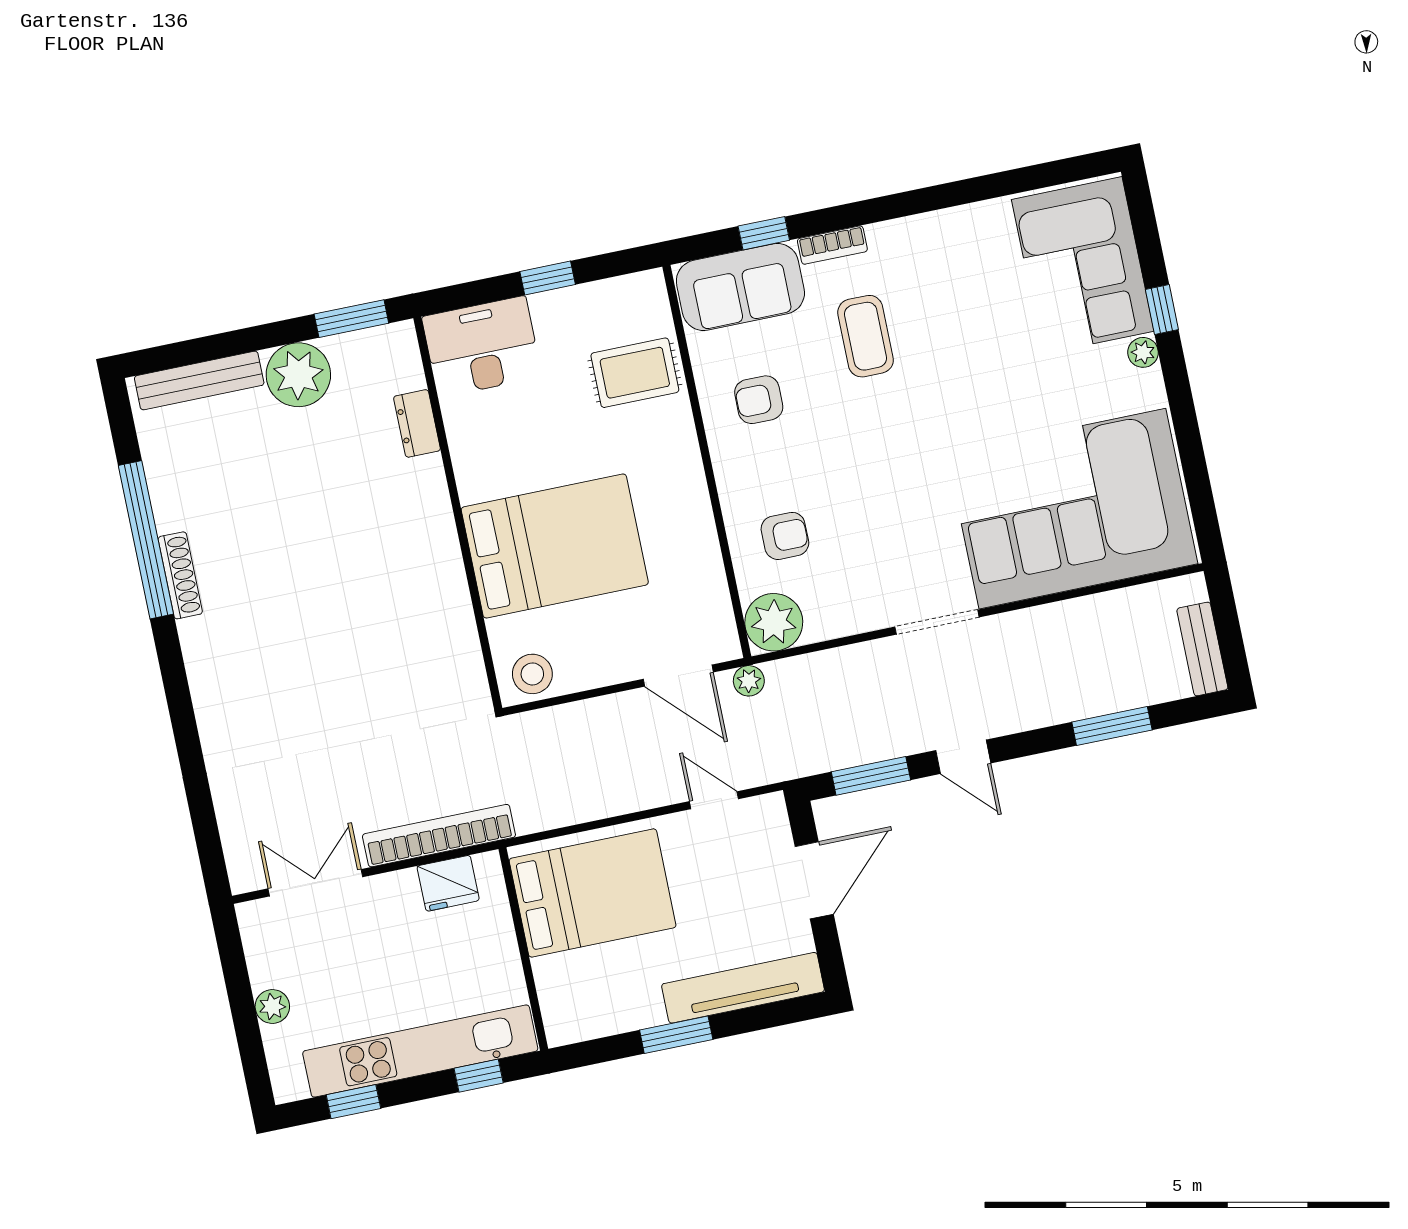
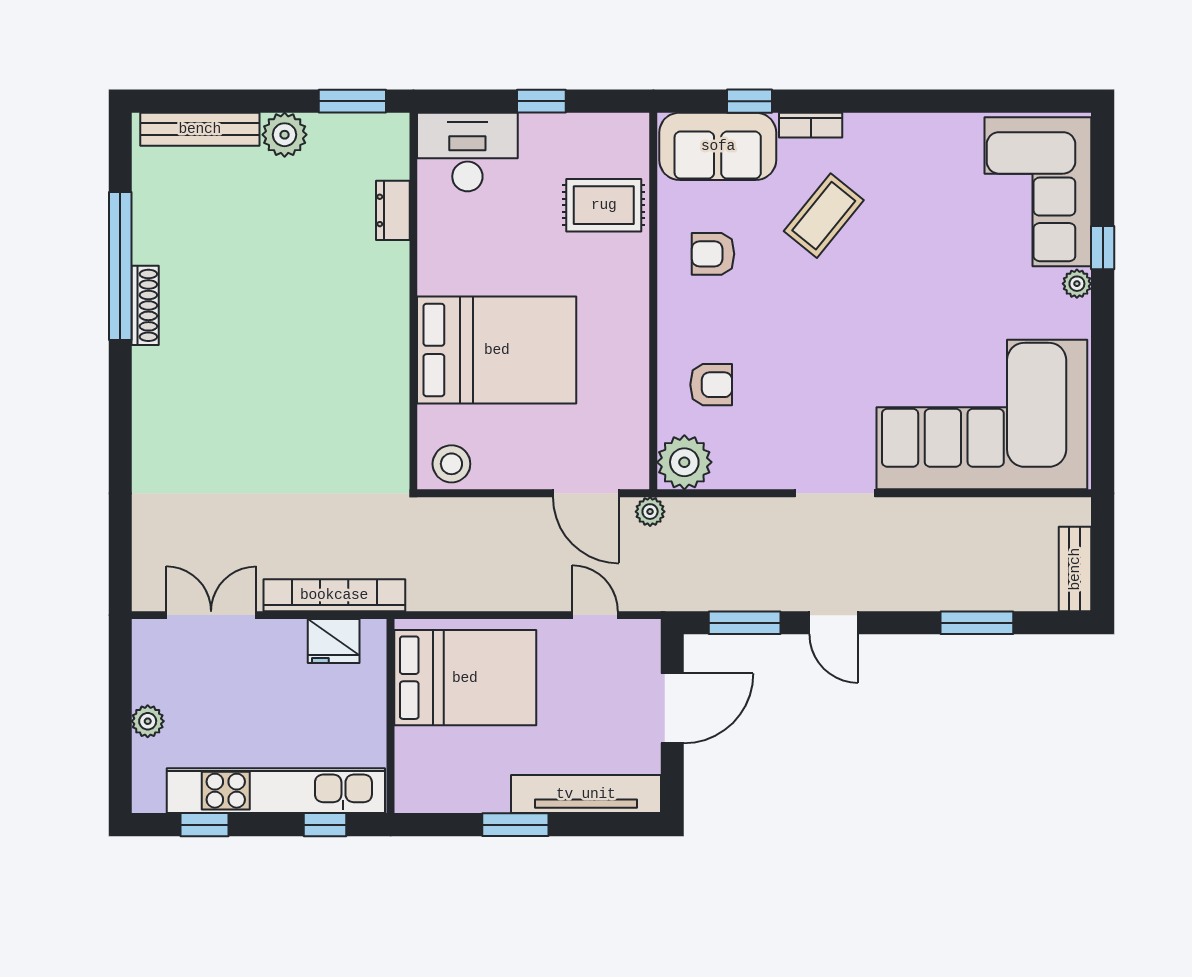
coffee table: (866, 336) -> (824, 216), turned 39
plant: (298, 375) -> (285, 135), width x0.73, depth x0.73

